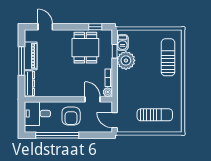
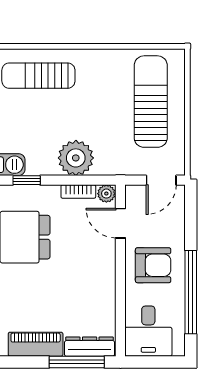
plant: (126, 60) -> (76, 158), moved
window: (22, 61) -> (77, 362), moved
door: (93, 99) -> (120, 223), hinge flipped
sun lounger: (155, 115) -> (151, 102), width x1.36, depth x1.34

